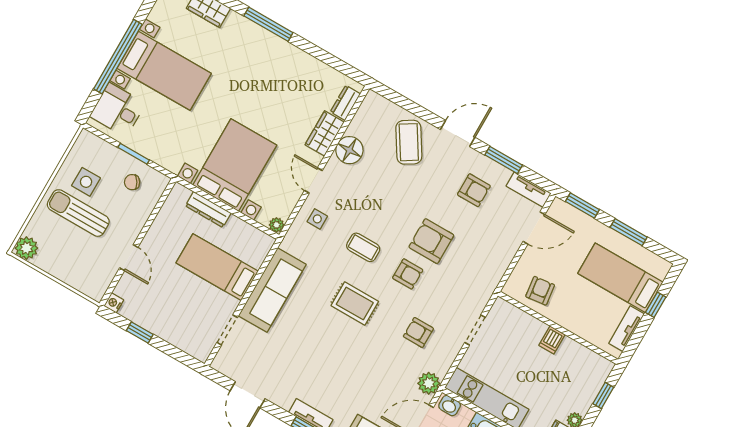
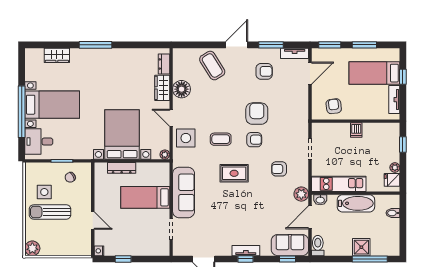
side table: (317, 219) -> (186, 138), width x1.87, depth x1.87
armchair: (431, 241) -> (257, 114), turned 90

